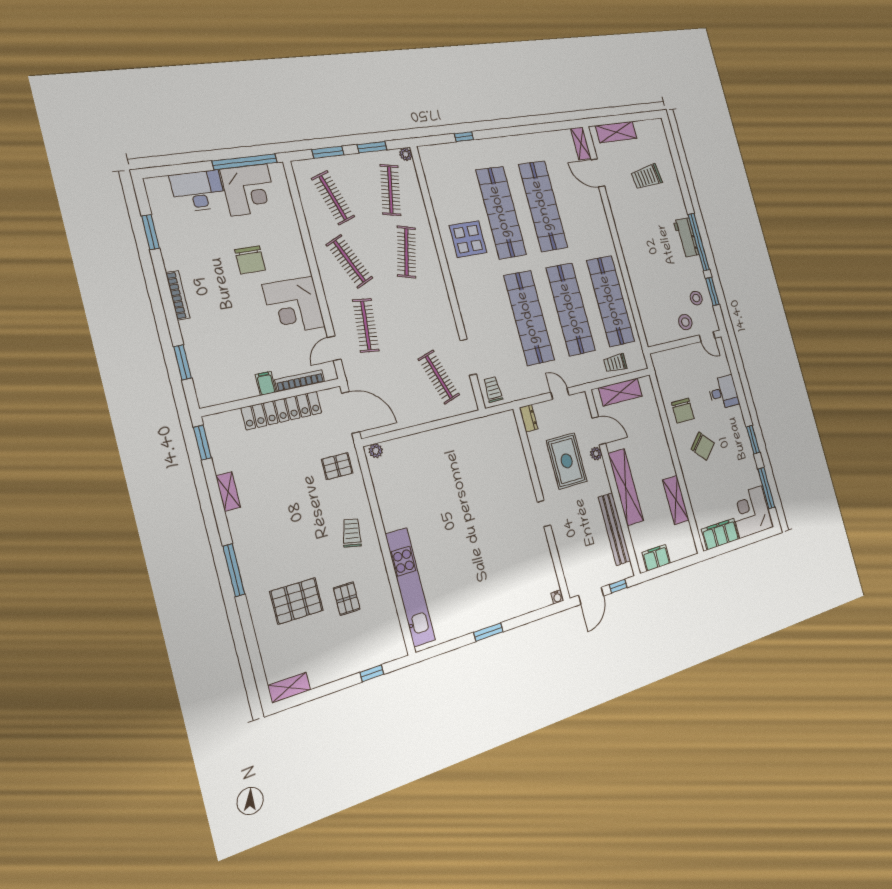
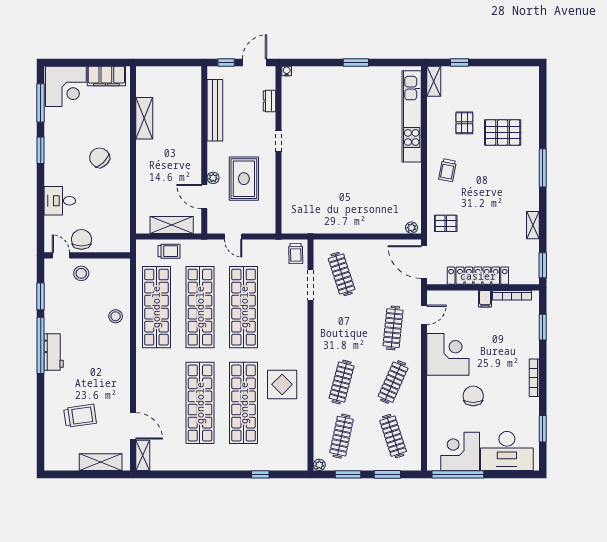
desk: (198, 191) -> (507, 451), width x1.36, depth x1.30
clothes rail: (349, 261) -> (393, 382), turned 48
stool: (696, 298) -> (116, 316), moved
bookcase: (300, 381) -> (512, 295), moved
chair: (683, 411) -> (81, 239), moved
dresser: (529, 418) -> (269, 101), moved
shelving: (626, 487) -> (192, 142), removed
filing cabinet: (656, 558) -> (181, 75), removed
shelving: (289, 688) -> (434, 81), moved, turned 90

